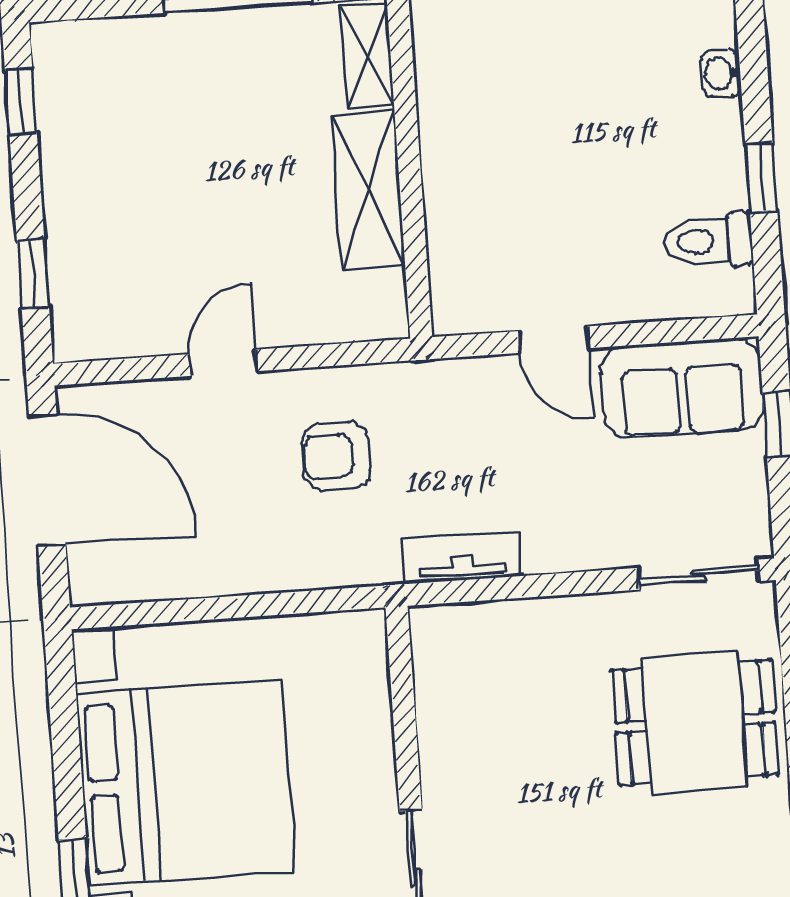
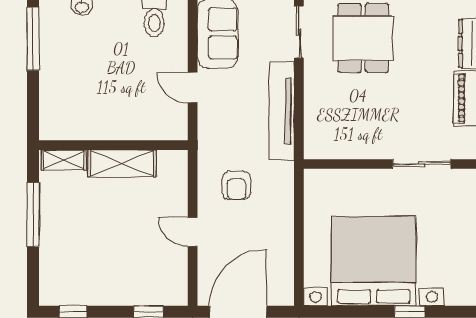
door: (554, 340) -> (193, 88), swing flipped
tv unit: (461, 558) -> (282, 111), width x1.92, depth x1.29

